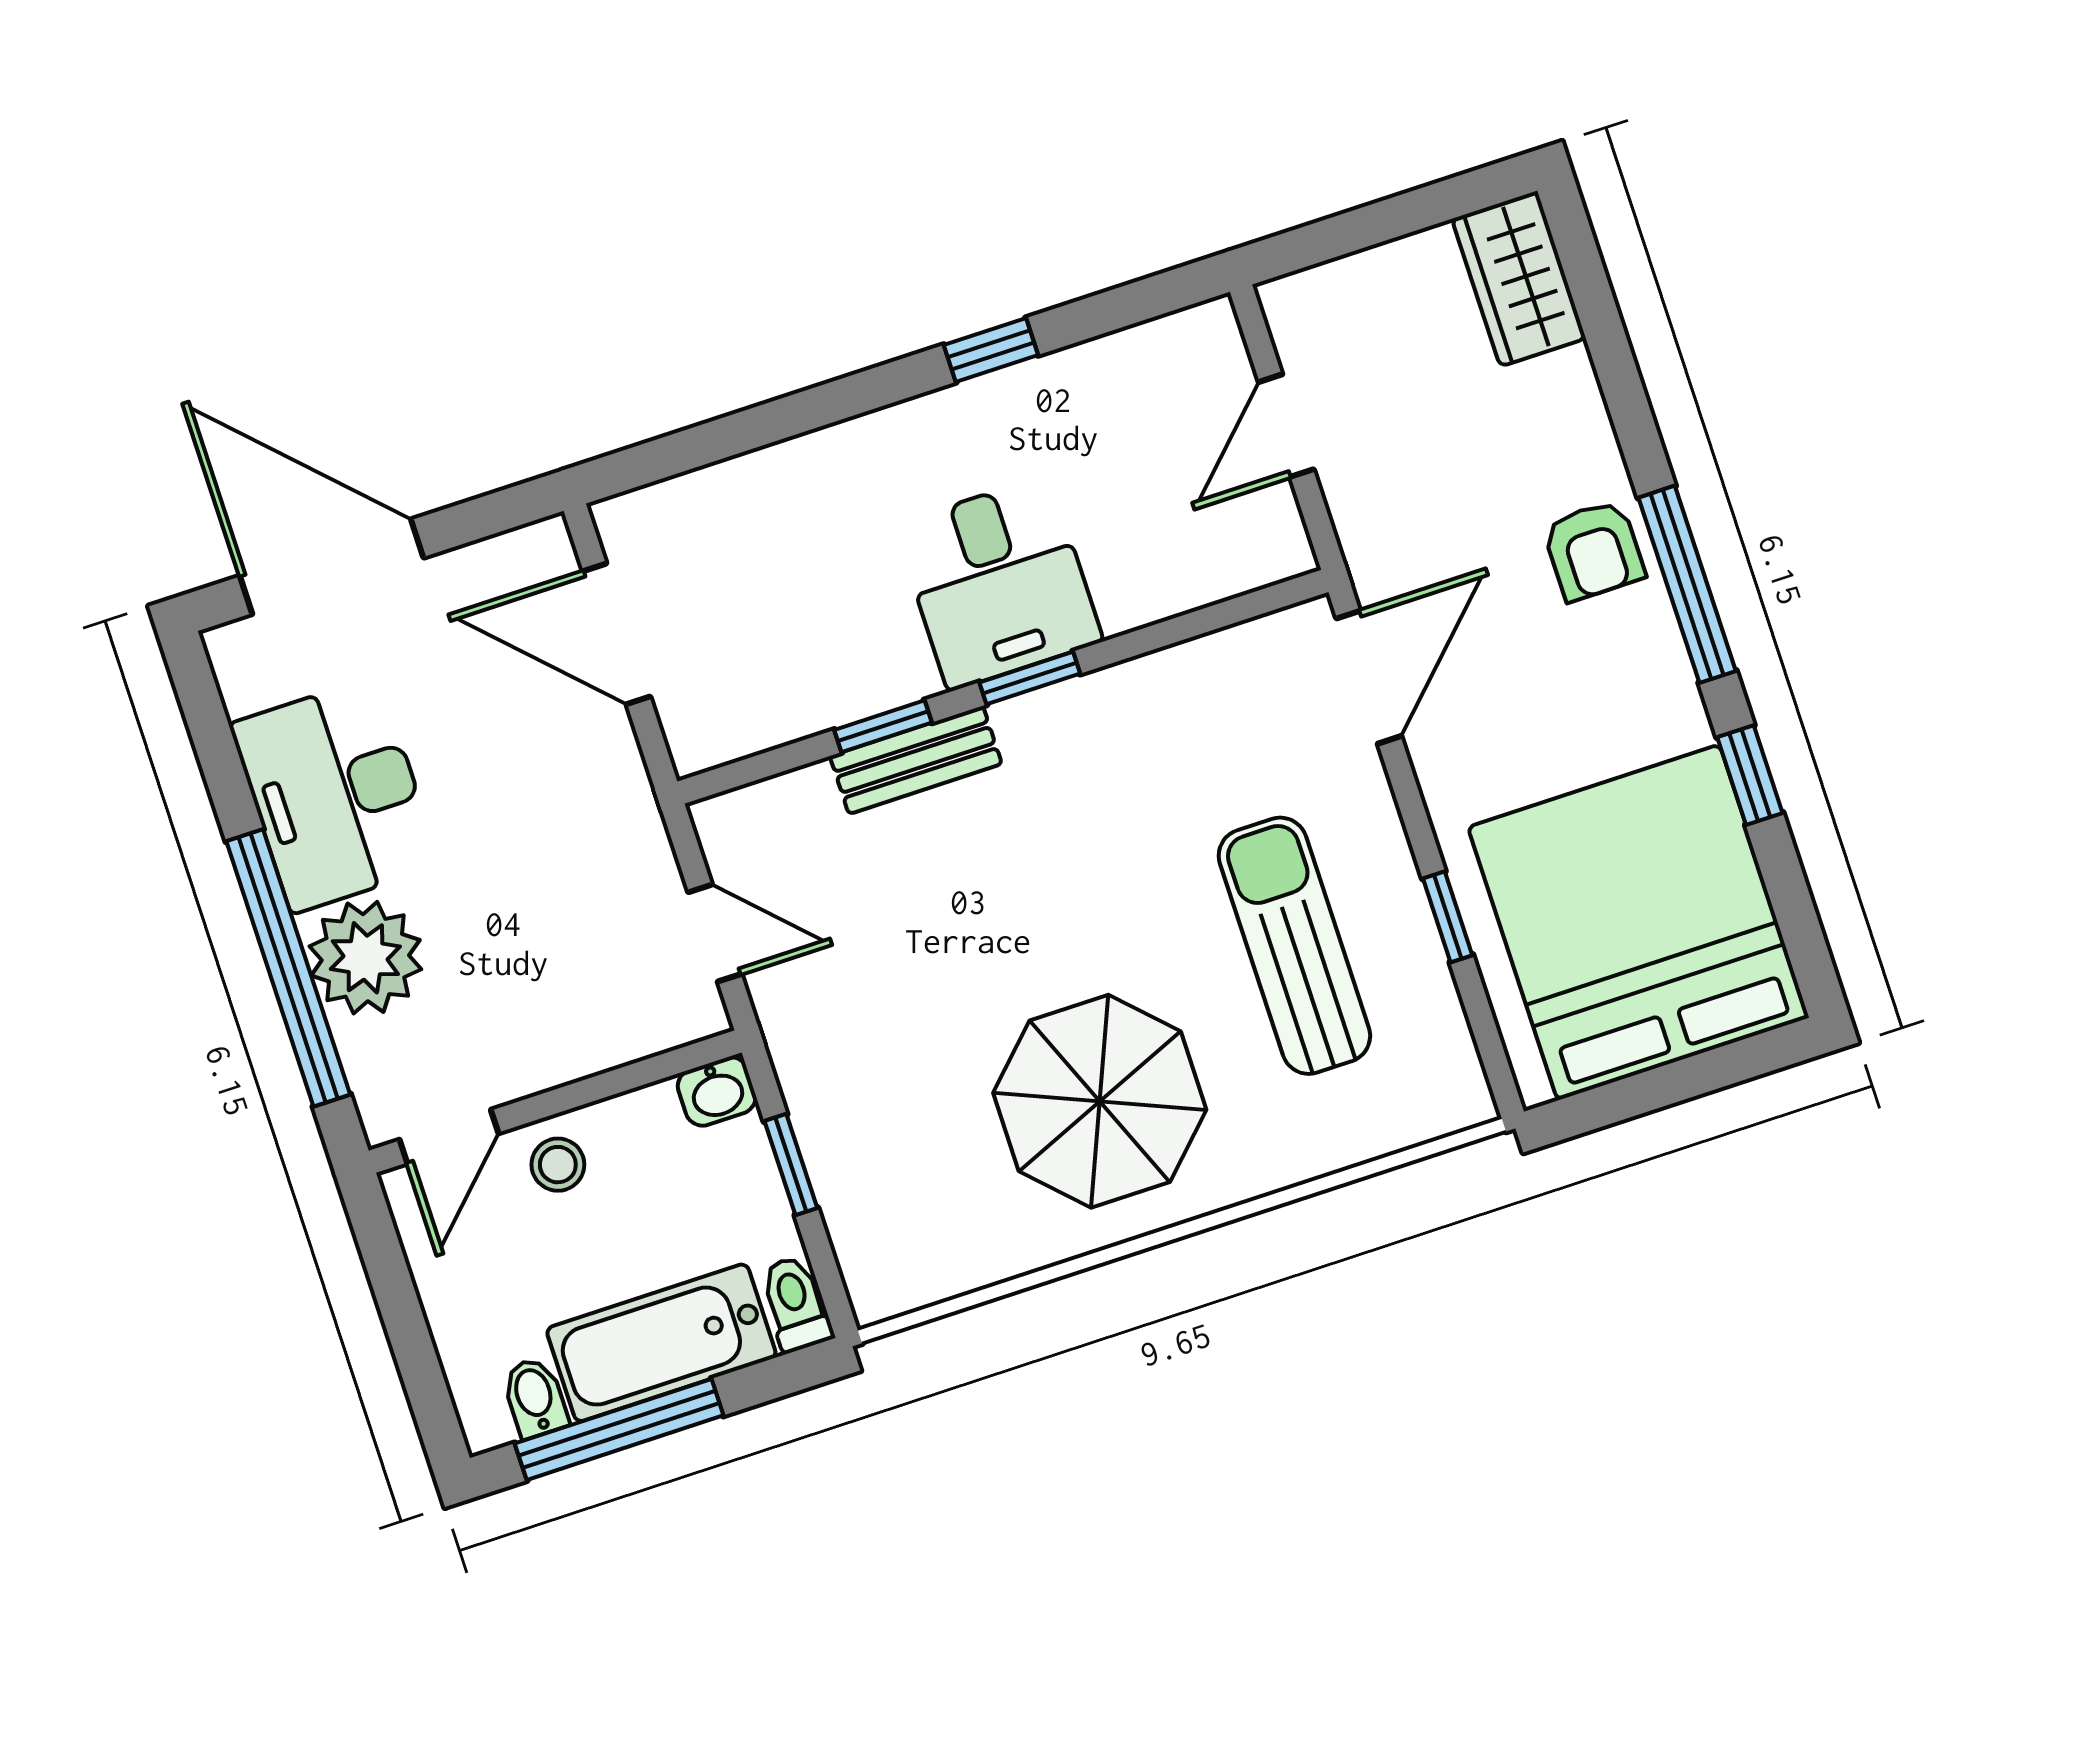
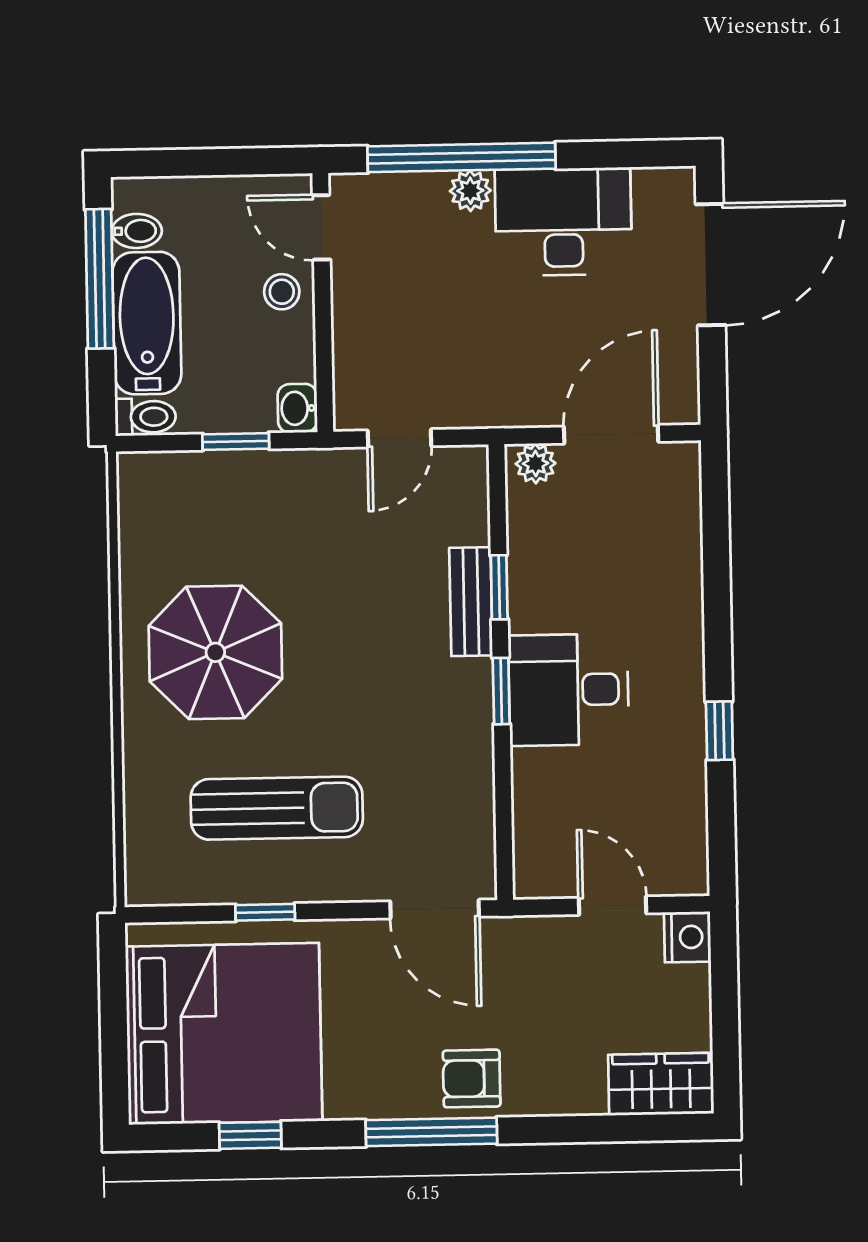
nightstand: (1298, 305) -> (687, 937), added
plant: (691, 729) -> (536, 463), added
window: (1750, 775) -> (250, 1135), moved
plant: (365, 958) -> (470, 191), width x0.53, depth x0.53

